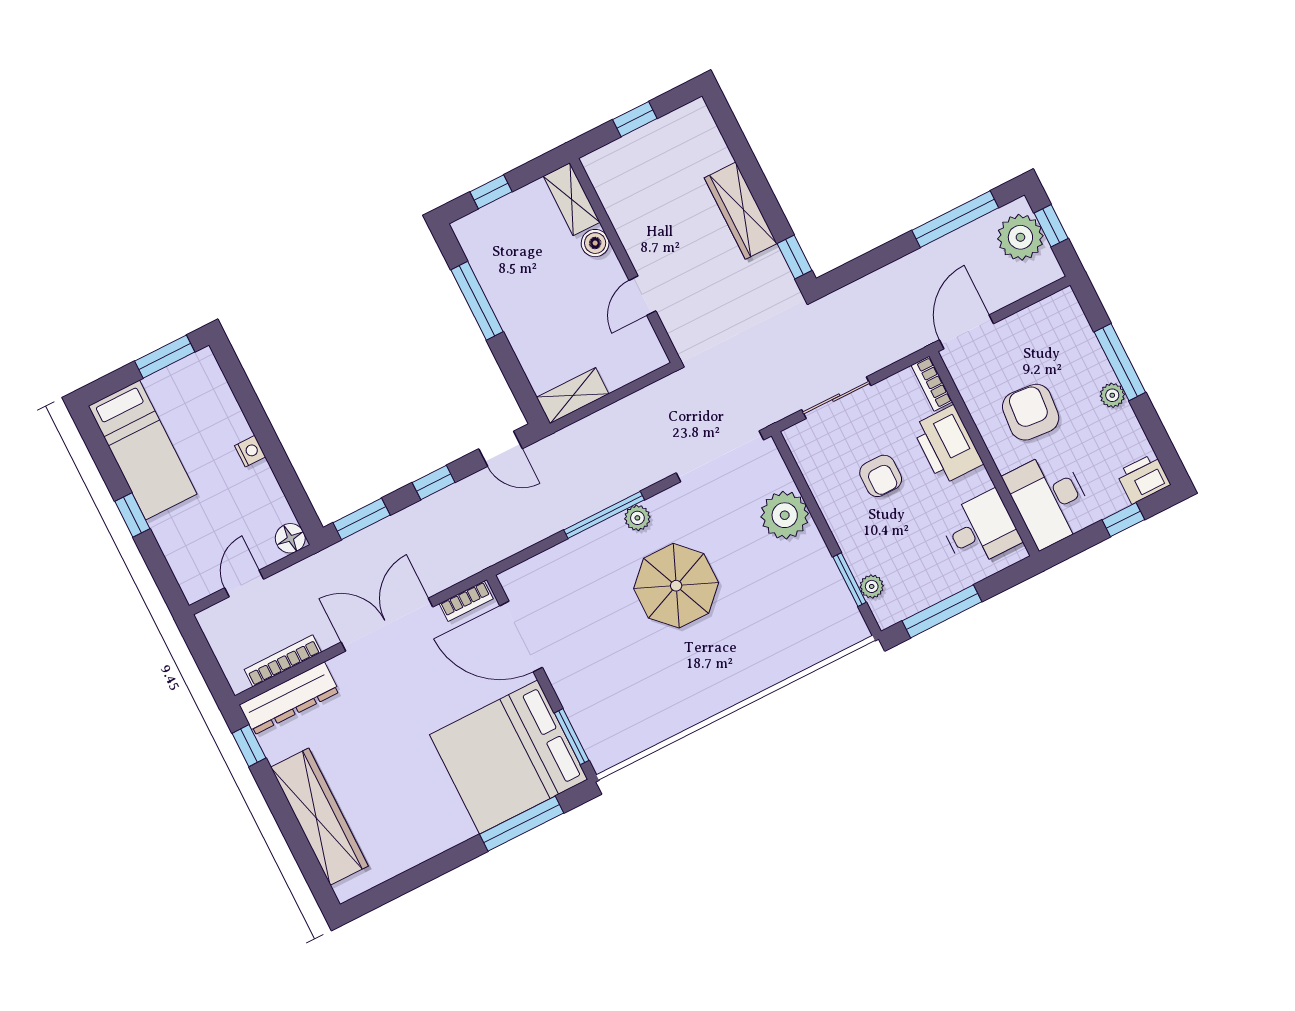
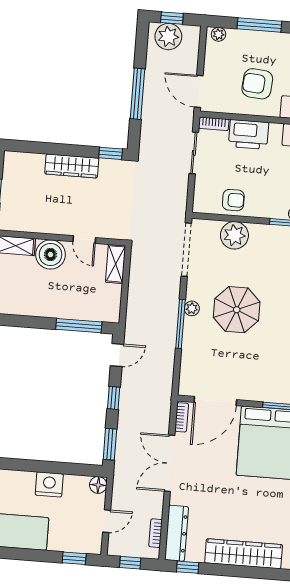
window: (955, 219) -> (138, 94), moved
boiler: (595, 243) -> (51, 254), width x1.86, depth x1.86
window: (477, 301) -> (79, 326), moved
plant: (1112, 395) -> (219, 34), moved
shelving: (573, 396) -> (116, 264), moved
sliding door: (836, 398) -> (194, 153), moved
nightstand: (250, 451) -> (49, 484), width x1.89, depth x1.79
armchair: (881, 476) -> (233, 200), moved
window: (132, 515) -> (74, 558), moved
door: (244, 584) -> (107, 521), swing flipped
window: (204, 656) -> (130, 563), added
bookcase: (283, 661) -> (156, 533), width x0.64

